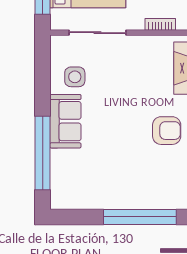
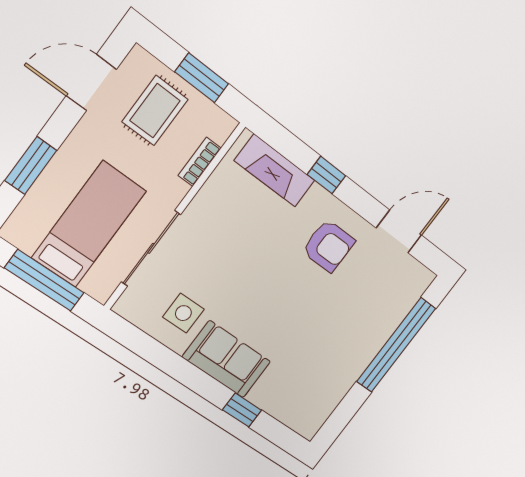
armchair: (167, 131) -> (328, 246), turned 90
window: (43, 153) -> (242, 410), width x0.32

